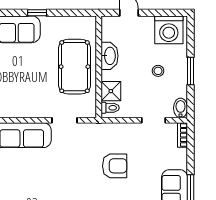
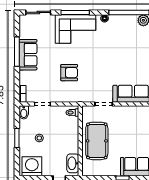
washbasin: (109, 56) -> (73, 163), moved
shower: (111, 91) -> (72, 124), removed
armchair: (115, 166) -> (69, 73), turned 180

